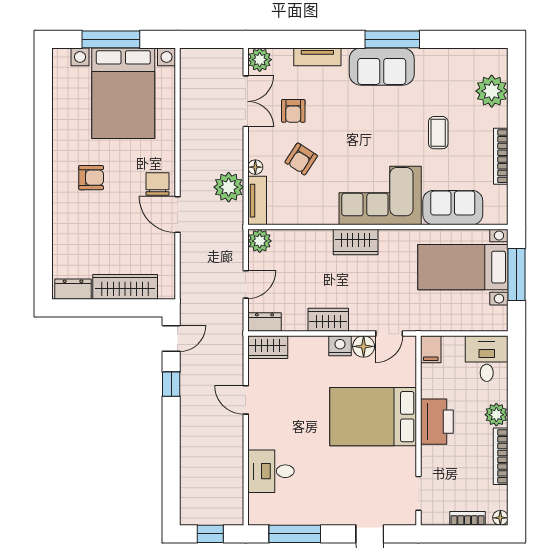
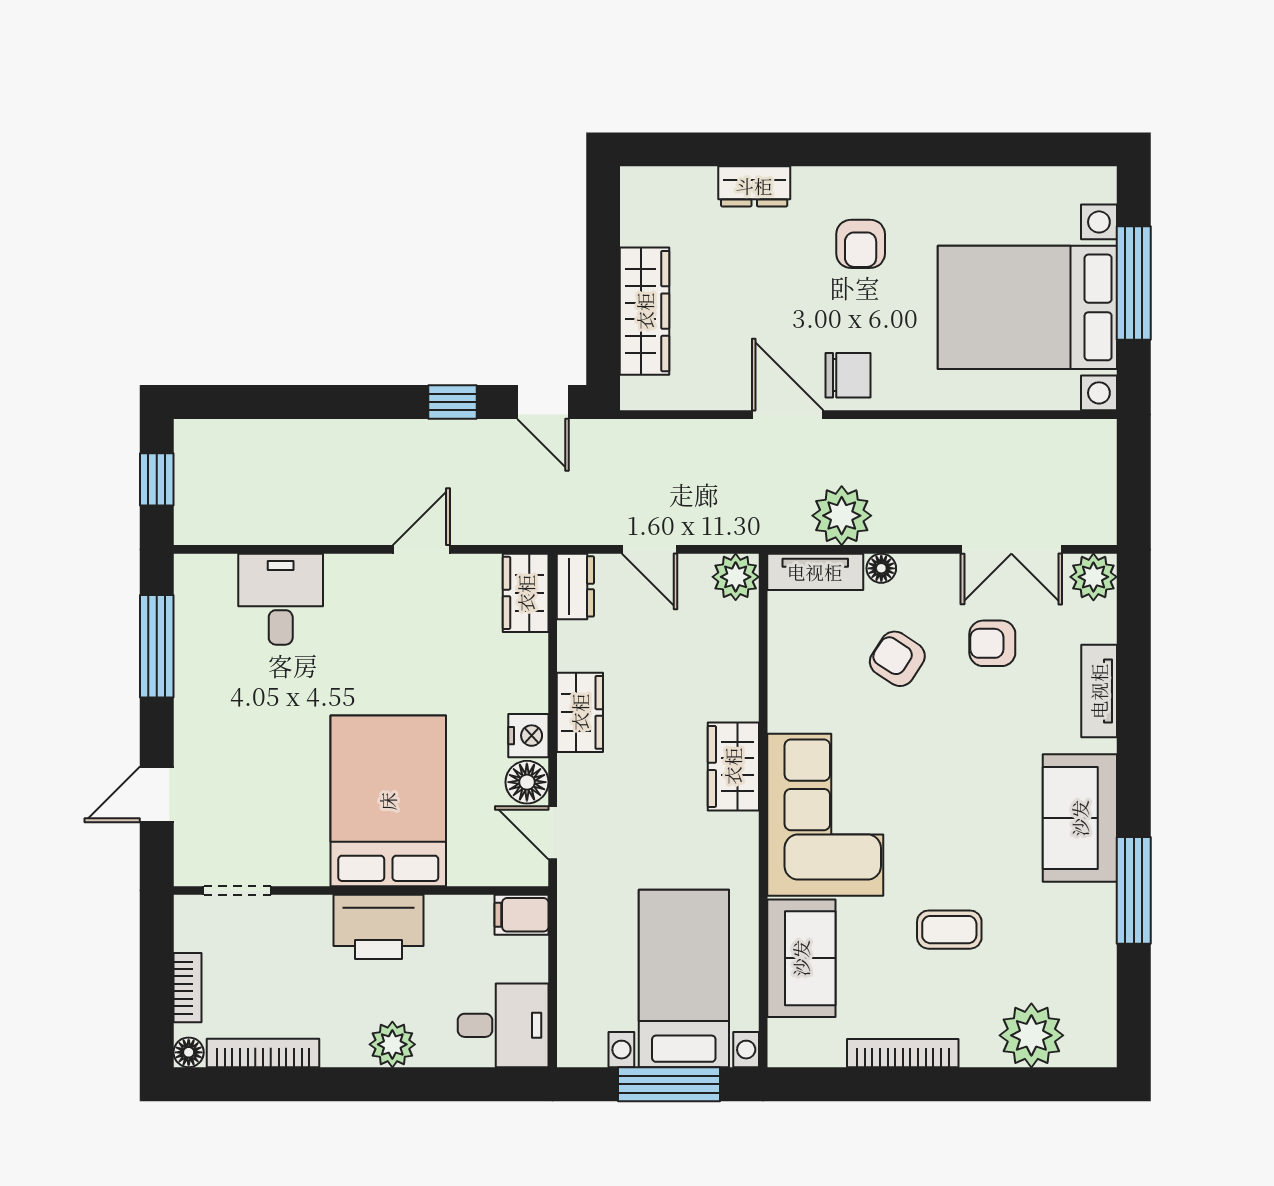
window: (392, 39) -> (1134, 890), moved
door: (178, 215) -> (788, 415), hinge flipped
dresser: (73, 289) -> (754, 186), moved, turned 90
bookcase: (501, 456) -> (263, 1053), moved

